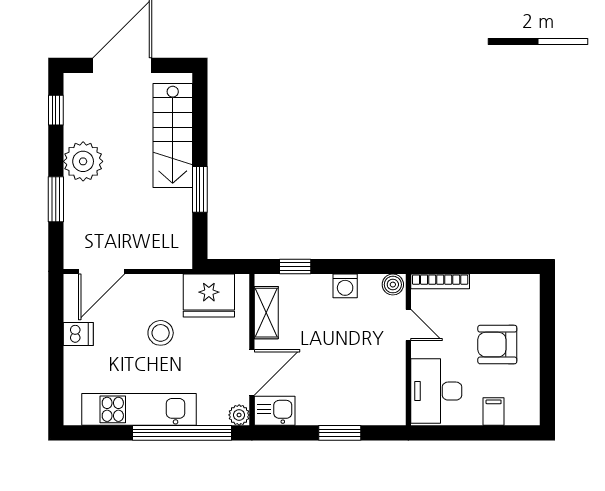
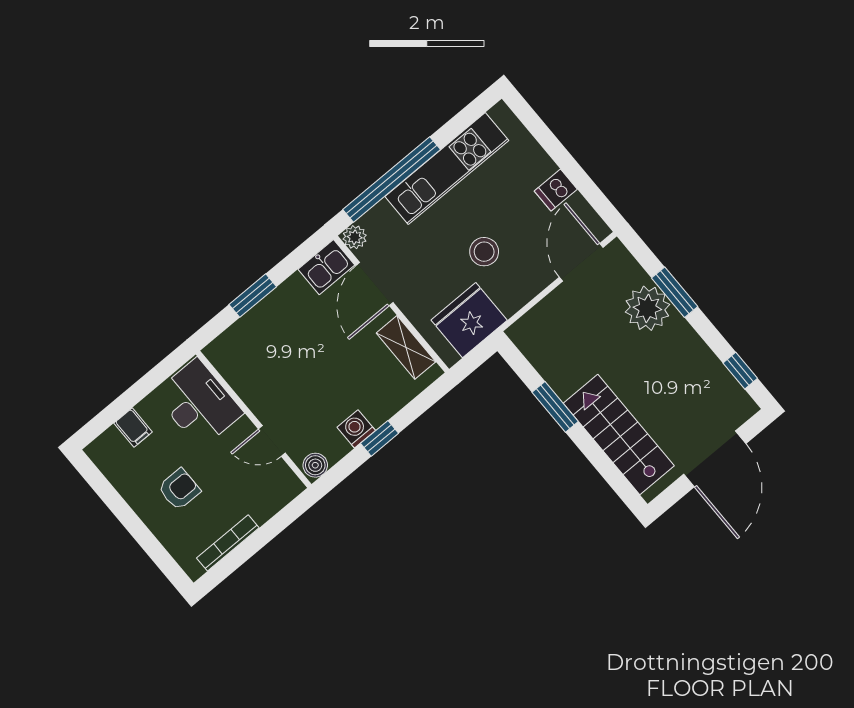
plant: (83, 161) -> (647, 308), moved
window: (295, 267) -> (380, 438), moved
bookcase: (440, 281) -> (228, 543), moved
armchair: (497, 345) -> (179, 489), width x0.72, depth x0.72

